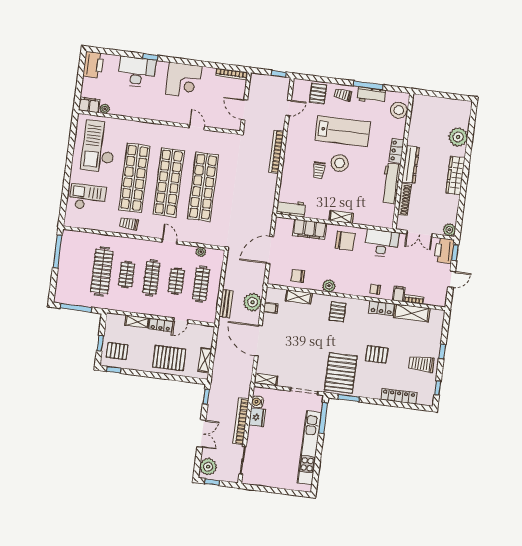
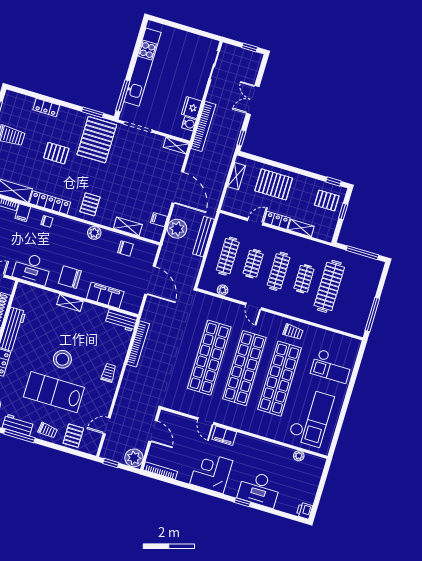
printer: (93, 65) -> (304, 511), width x0.53, depth x0.68
filing cabinet: (89, 105) -> (224, 436), moved
bookcase: (276, 152) -> (138, 344), moved
trolley: (319, 170) -> (109, 373), moved
door: (270, 250) -> (150, 280), hinge flipped
bench: (226, 304) -> (204, 237), width x1.36
locker: (381, 308) -> (50, 203), width x1.53
locker: (399, 396) -> (46, 108), width x0.66
bookcase: (241, 421) -> (203, 126), moved
plant: (208, 467) -> (134, 458), moved

